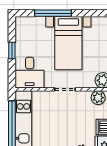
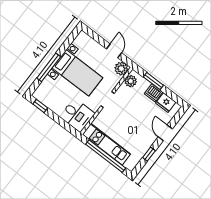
window: (12, 50) -> (40, 106), moved

